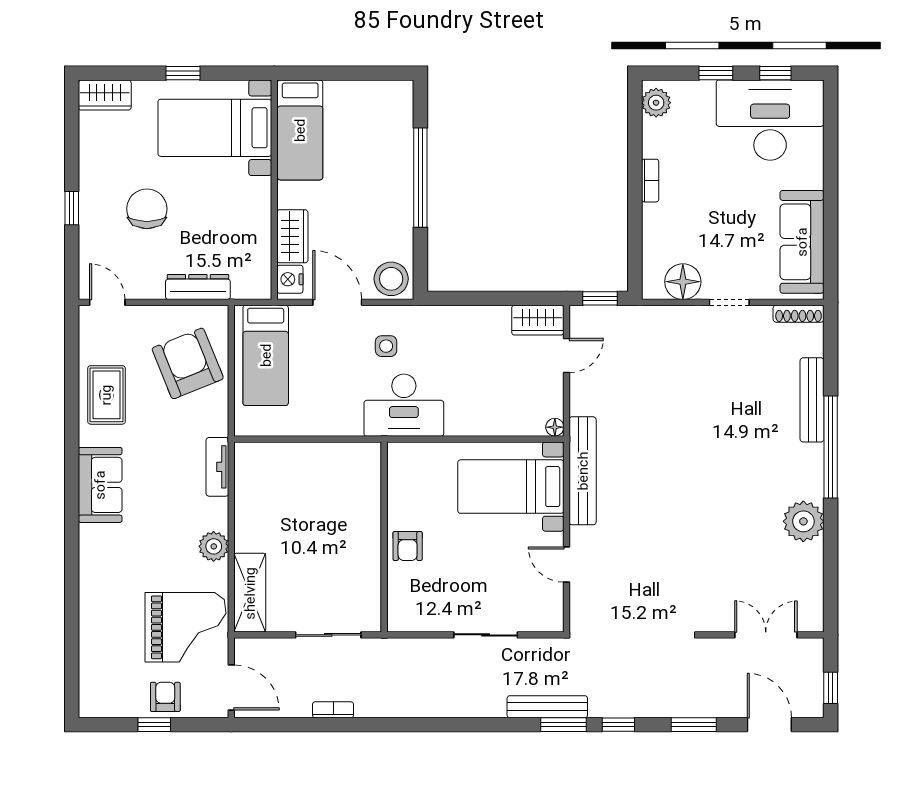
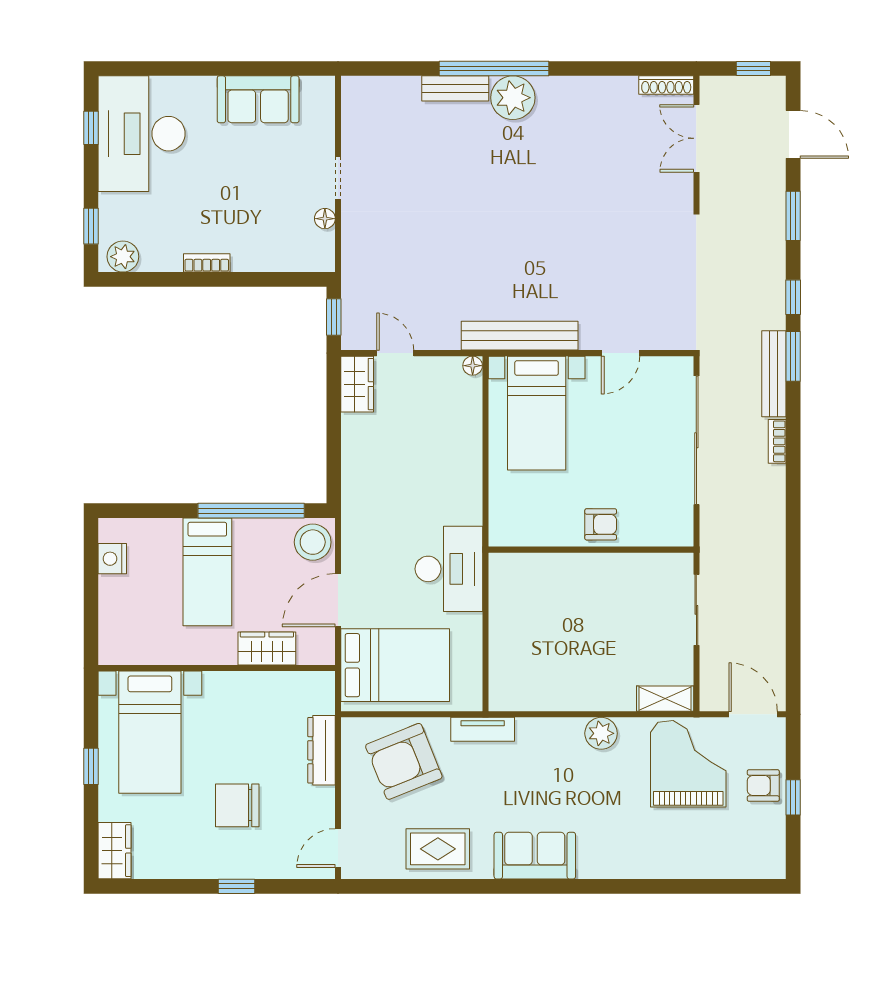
window: (716, 73) -> (91, 226), moved
bed: (300, 130) -> (207, 572), moved, turned 90
window: (420, 178) -> (251, 511), moved
sofa: (802, 242) -> (258, 99), width x0.73
nightstand: (290, 279) -> (112, 559), moved, turned 90
floor lamp: (683, 282) -> (325, 219), width x0.53, depth x0.53
shoe rack: (799, 314) -> (666, 85), moved, turned 90
side table: (386, 346) -> (385, 548), removed
bed: (266, 355) -> (395, 665), width x1.50
bench: (812, 400) -> (455, 88), width x0.73
desk: (404, 405) -> (449, 569), moved
tv unit: (217, 467) -> (483, 729), moved
plant: (803, 521) -> (513, 98), moved
shelving: (250, 593) -> (665, 699), width x0.67, depth x0.75
sliding door: (486, 635) -> (696, 440), width x1.86
door: (231, 687) -> (753, 714), hinge flipped
bookcase: (333, 710) -> (777, 441), moved
door: (769, 725) -> (793, 134), swing flipped

